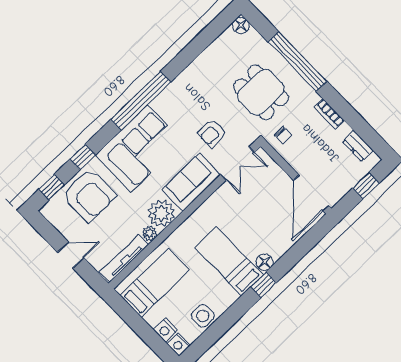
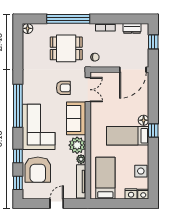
armchair: (212, 133) -> (63, 88), turned -90
door: (311, 193) -> (133, 70), hinge flipped
armchair: (89, 195) -> (38, 170), turned 90

